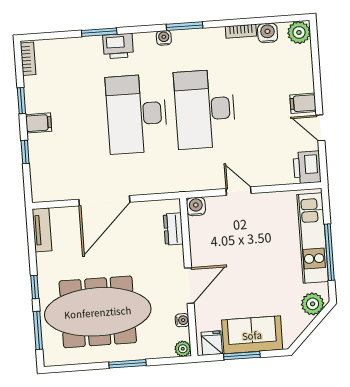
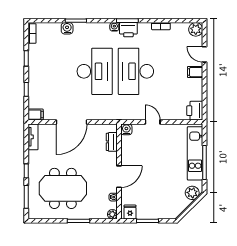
water cooler: (268, 33) -> (67, 28), moved
printer: (118, 46) -> (128, 30), moved
desk: (137, 114) -> (95, 71), turned 180
filing cabinet: (39, 123) -> (36, 115), moved
door: (320, 128) -> (204, 54), moved
meeting table: (98, 312) -> (63, 188), width x0.73
sofa: (252, 335) -> (155, 209), removed

